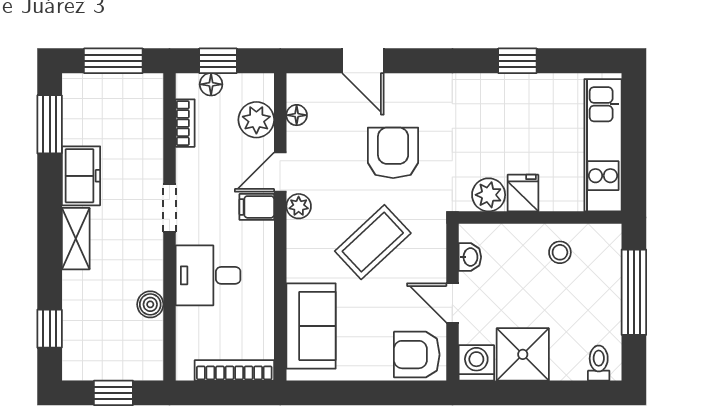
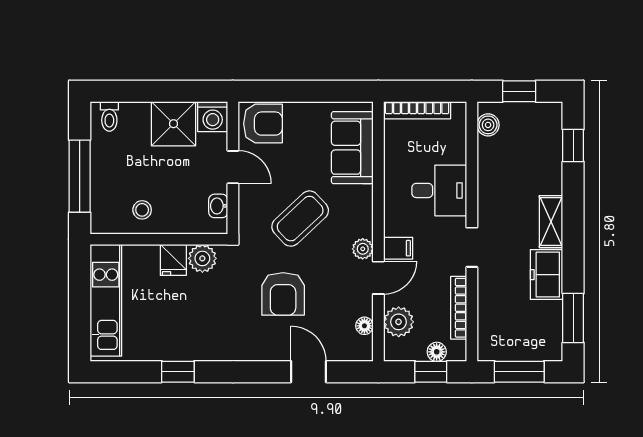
bookcase: (185, 123) -> (459, 308), width x1.56
boiler: (150, 304) -> (488, 125), moved

